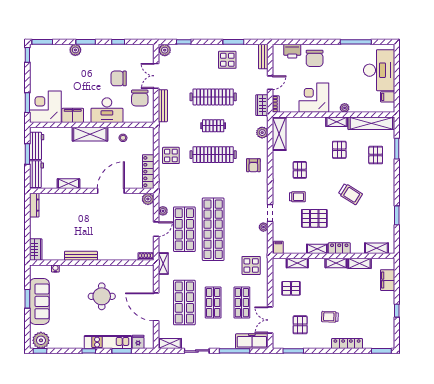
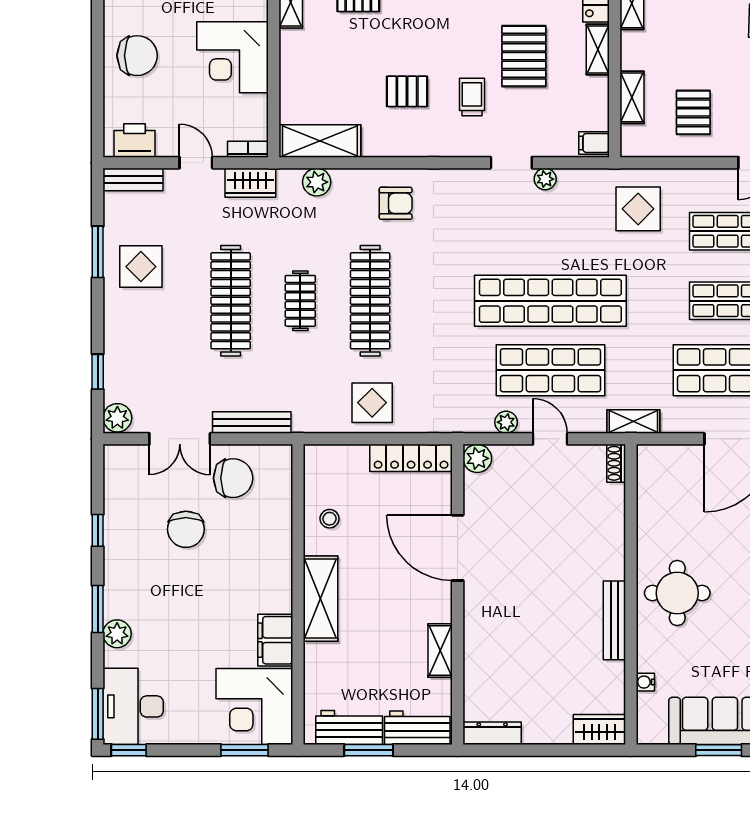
printer: (292, 51) -> (135, 140), moved, turned -90
desk: (107, 110) -> (133, 706), moved, turned 180
round table: (102, 296) -> (677, 593), moved

